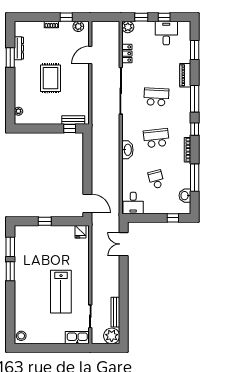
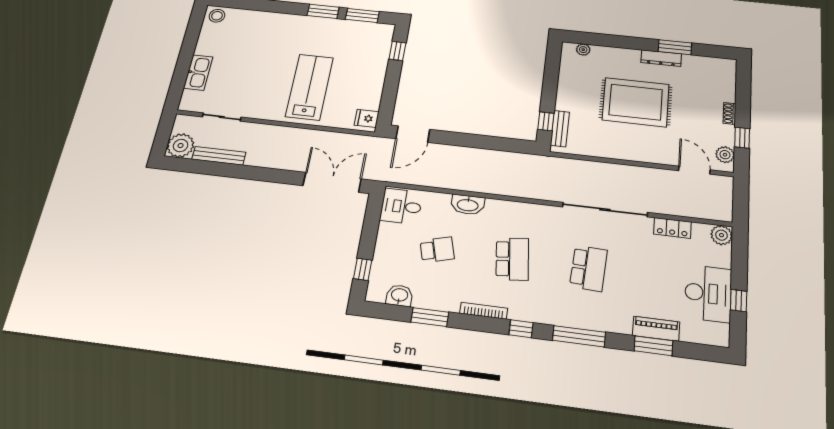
window: (141, 17) -> (739, 260), removed
desk: (166, 33) -> (708, 293), width x1.37
dresser: (19, 48) -> (661, 58), moved
window: (195, 50) -> (653, 346), moved
door: (90, 55) -> (694, 170), moved
piano: (185, 75) -> (656, 329), moved
rug: (51, 78) -> (636, 102), width x1.37, depth x1.44
washbasin: (127, 150) -> (468, 205), moved
window: (195, 178) -> (430, 317), width x0.69
window: (45, 221) -> (397, 51), moved
double door: (124, 244) -> (332, 182), width x1.37
lab bench: (61, 292) -> (309, 87), moved, turned 90
kitchen sink: (77, 338) -> (198, 72), moved

